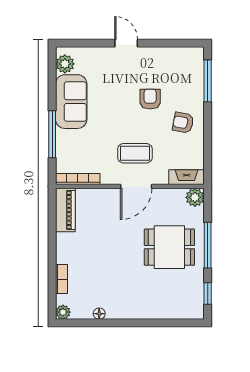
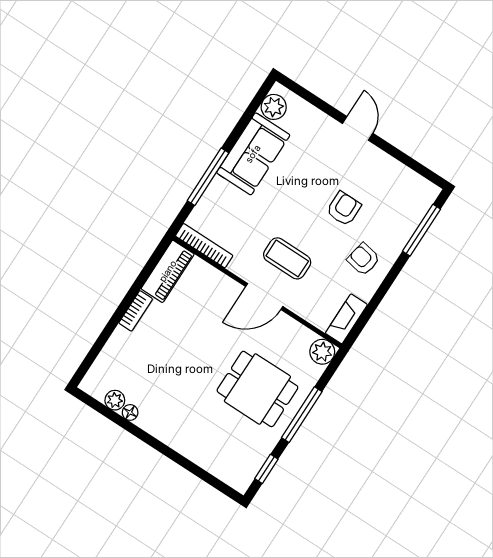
fireplace: (186, 177) -> (346, 319), moved, turned -90
bookcase: (61, 279) -> (136, 311), moved
plant: (63, 312) -> (115, 400), moved

